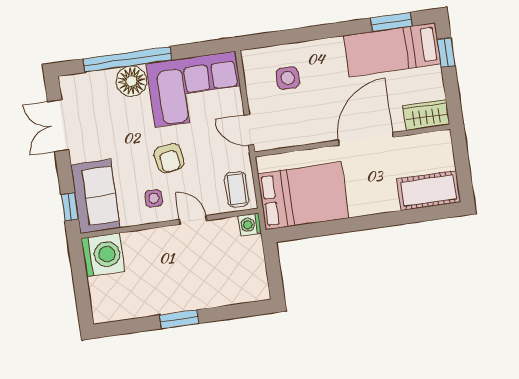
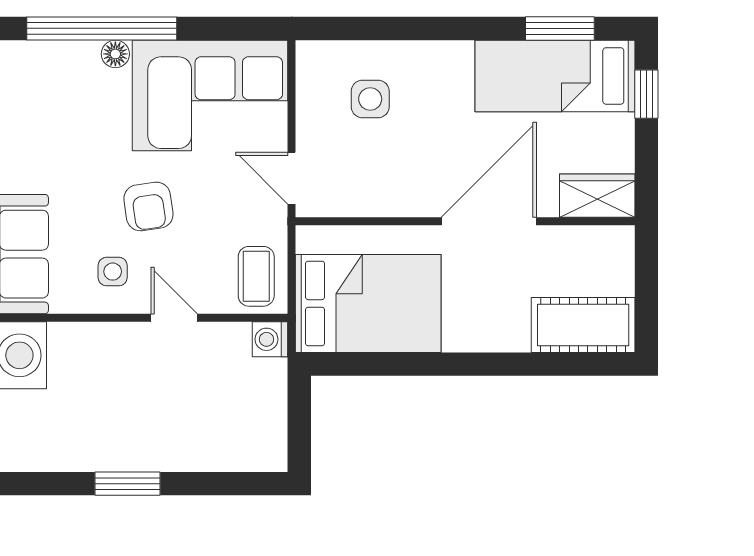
floor lamp: (131, 81) -> (115, 54), width x0.53, depth x0.53

